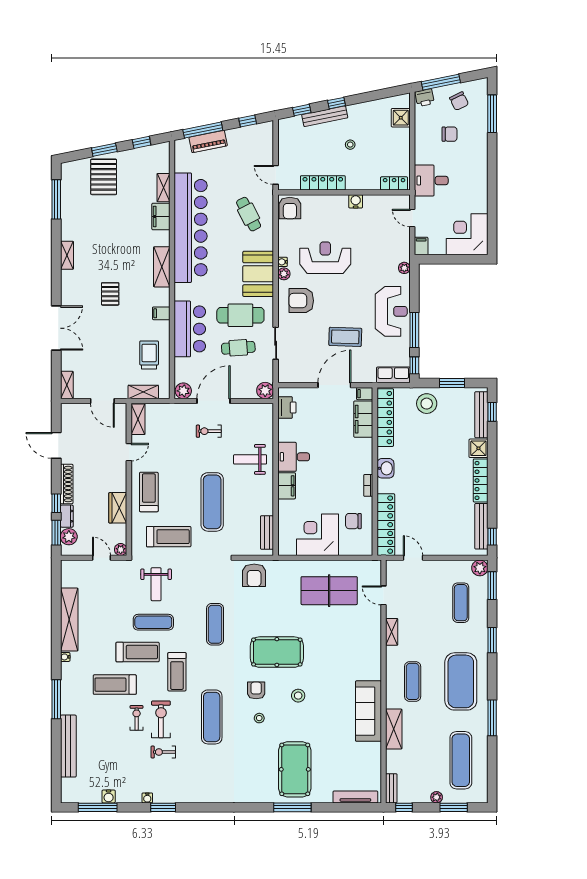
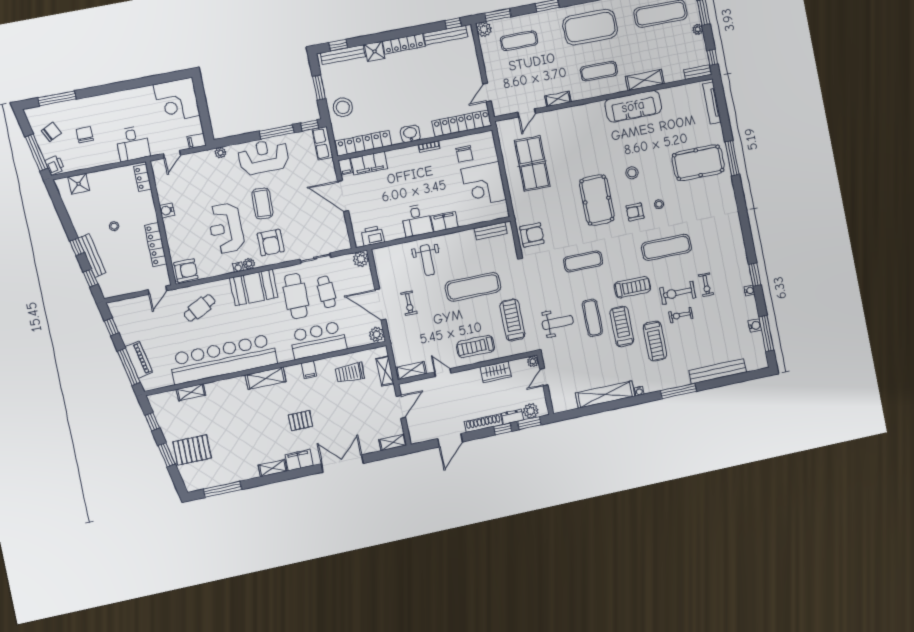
filing cabinet: (161, 216) -> (299, 460), moved, turned 180
coffee table: (345, 337) -> (262, 203), moved

